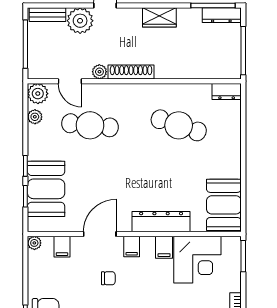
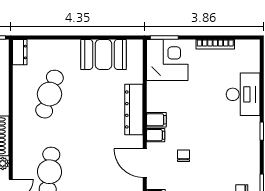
booth: (224, 205) -> (104, 54), moved
filing cabinet: (164, 247) -> (156, 120), moved
corner desk: (197, 260) -> (167, 60), moved

